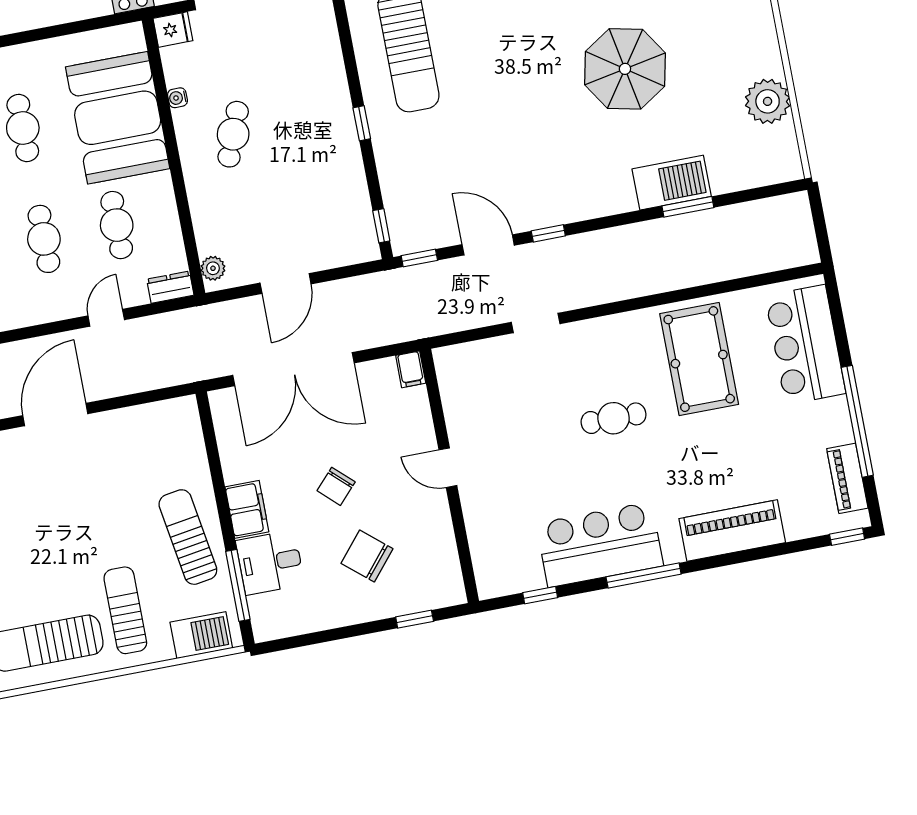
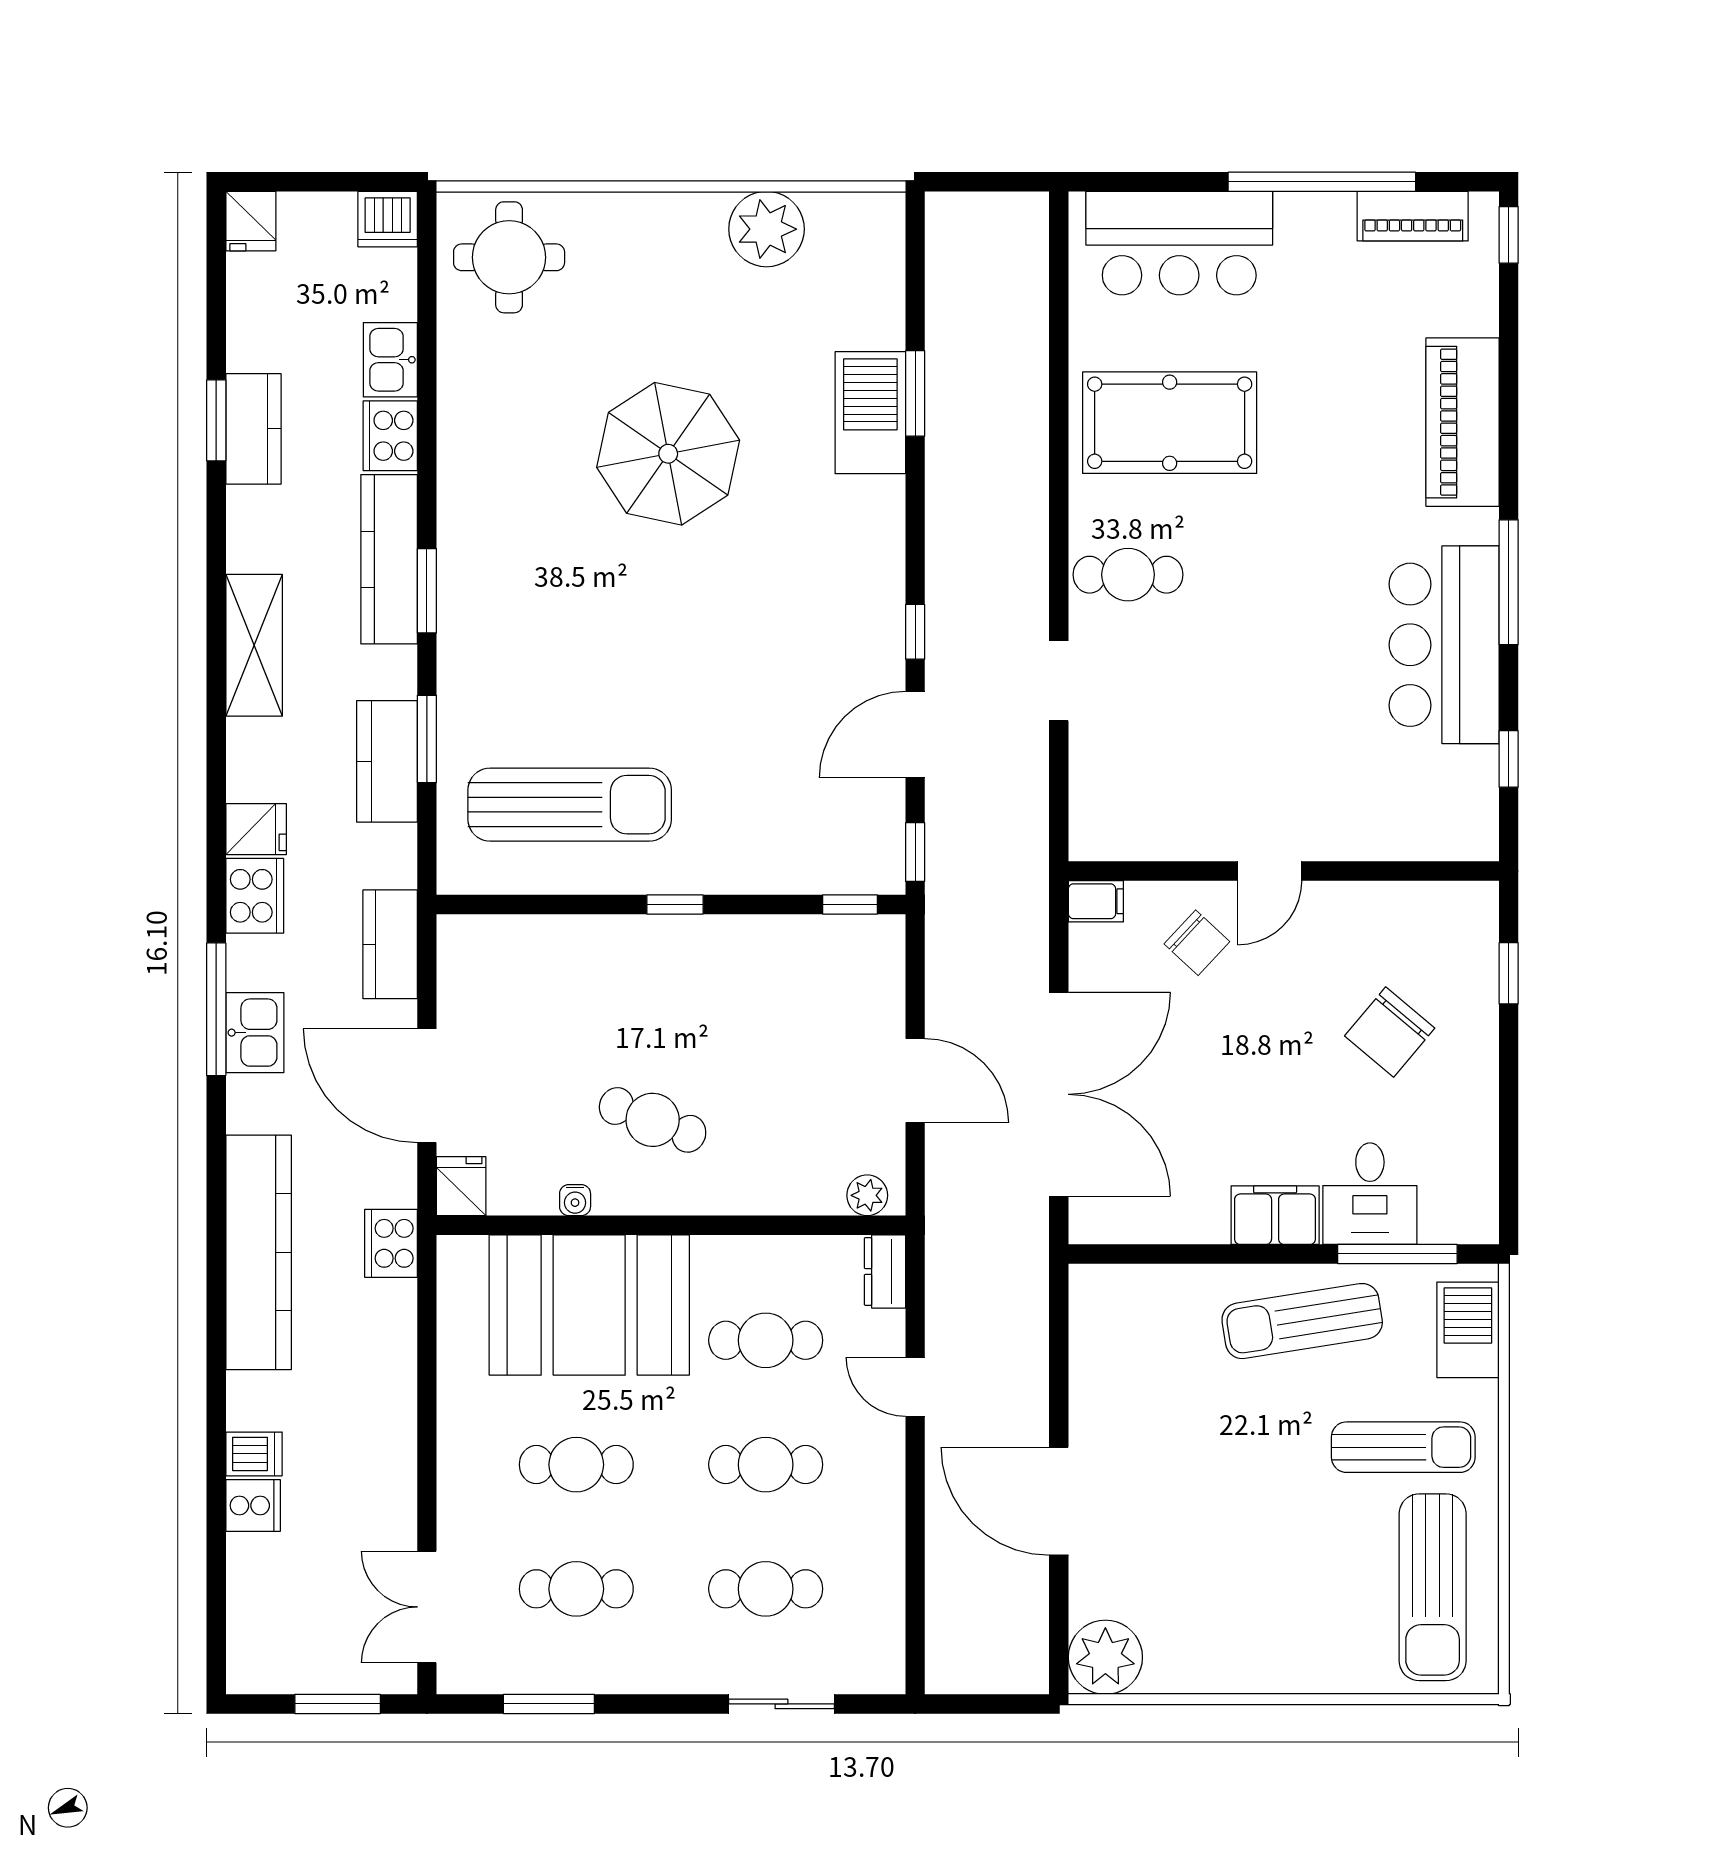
cafe table: (614, 418) -> (1128, 575), moved, turned 90
chair: (336, 486) -> (1197, 943), moved
sun lounger: (125, 610) -> (1403, 1447), turned 180

